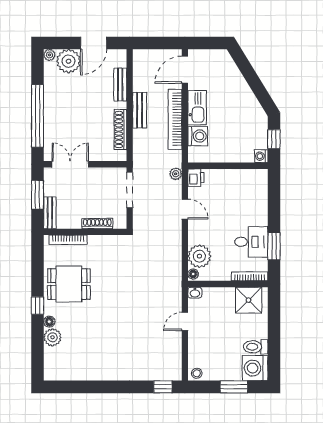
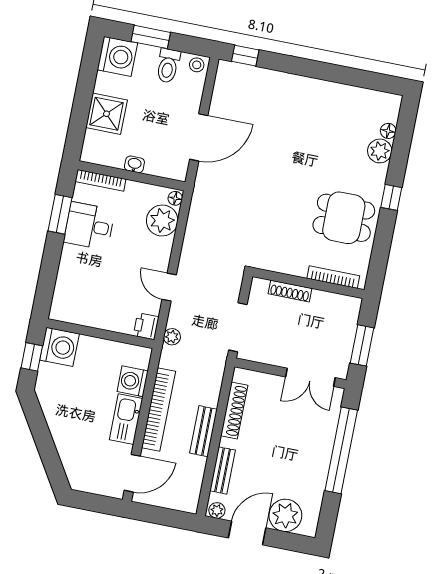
plant: (49, 55) -> (217, 510), moved
washing machine: (261, 156) -> (59, 347), width x1.89, depth x1.89
bench: (50, 213) -> (350, 318), removed
washbasin: (195, 293) -> (134, 164), moved
shower: (249, 300) -> (106, 114), moved
door: (185, 321) -> (199, 137), width x1.88
floor lamp: (49, 322) -> (388, 131), moved
toilet: (256, 347) -> (168, 66), moved, turned 90

